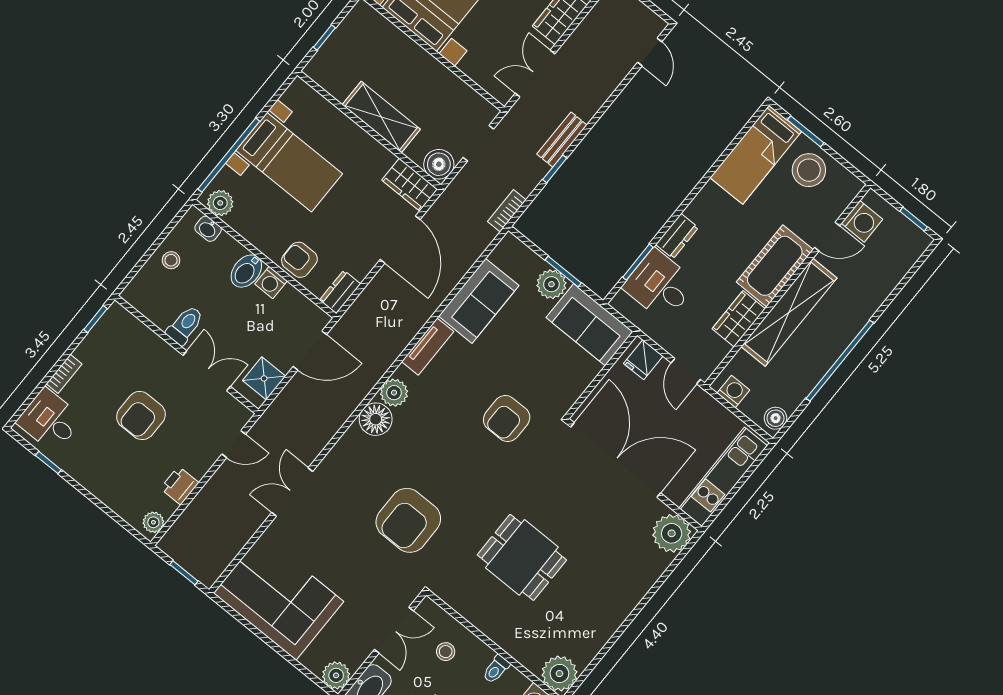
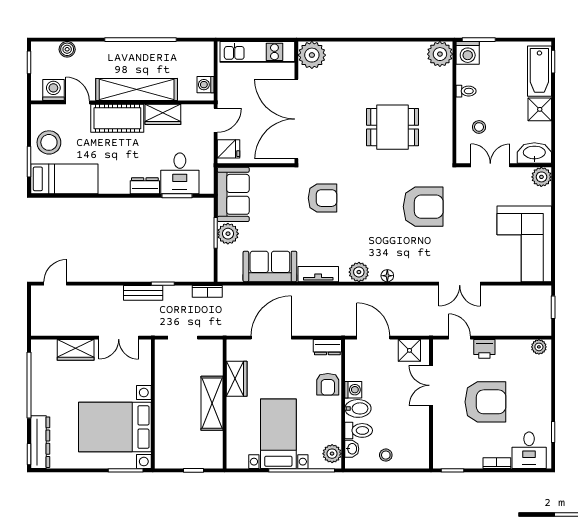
boiler: (439, 164) -> (212, 350), removed
wardrobe: (410, 185) -> (237, 379), moved
toilet: (185, 325) -> (359, 430), moved, turned 180
armchair: (141, 416) -> (485, 402), width x1.36, depth x1.36
boiler: (776, 418) -> (67, 49), moved
floor lamp: (376, 419) -> (387, 276), width x0.53, depth x0.53
printer: (180, 486) -> (484, 349), moved
dining table: (522, 557) -> (393, 127), turned 90

